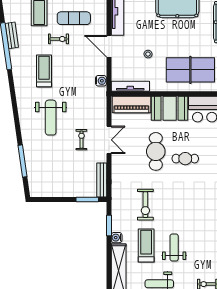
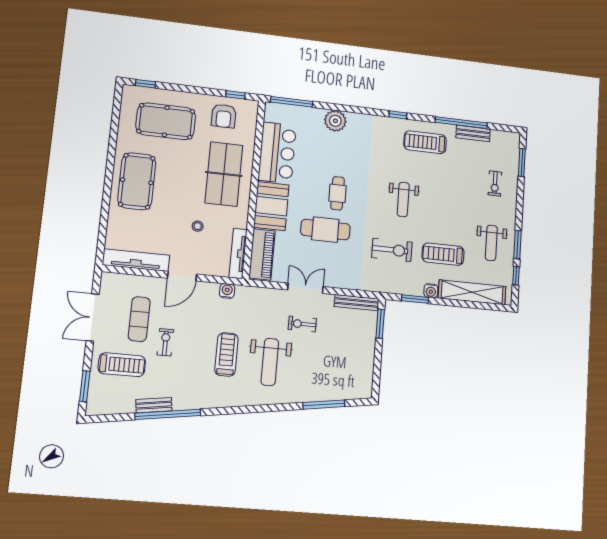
treadmill: (44, 71) -> (226, 354), moved, turned 90
weight bench: (51, 118) -> (270, 362), turned 90
weight bench: (174, 247) -> (403, 199), moved, turned -90

